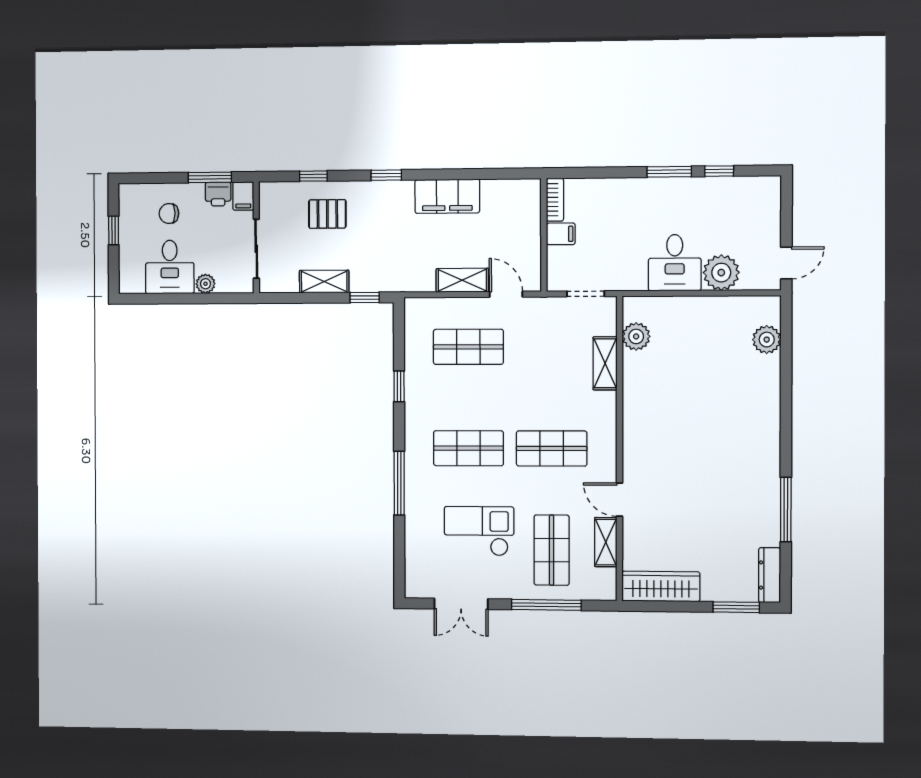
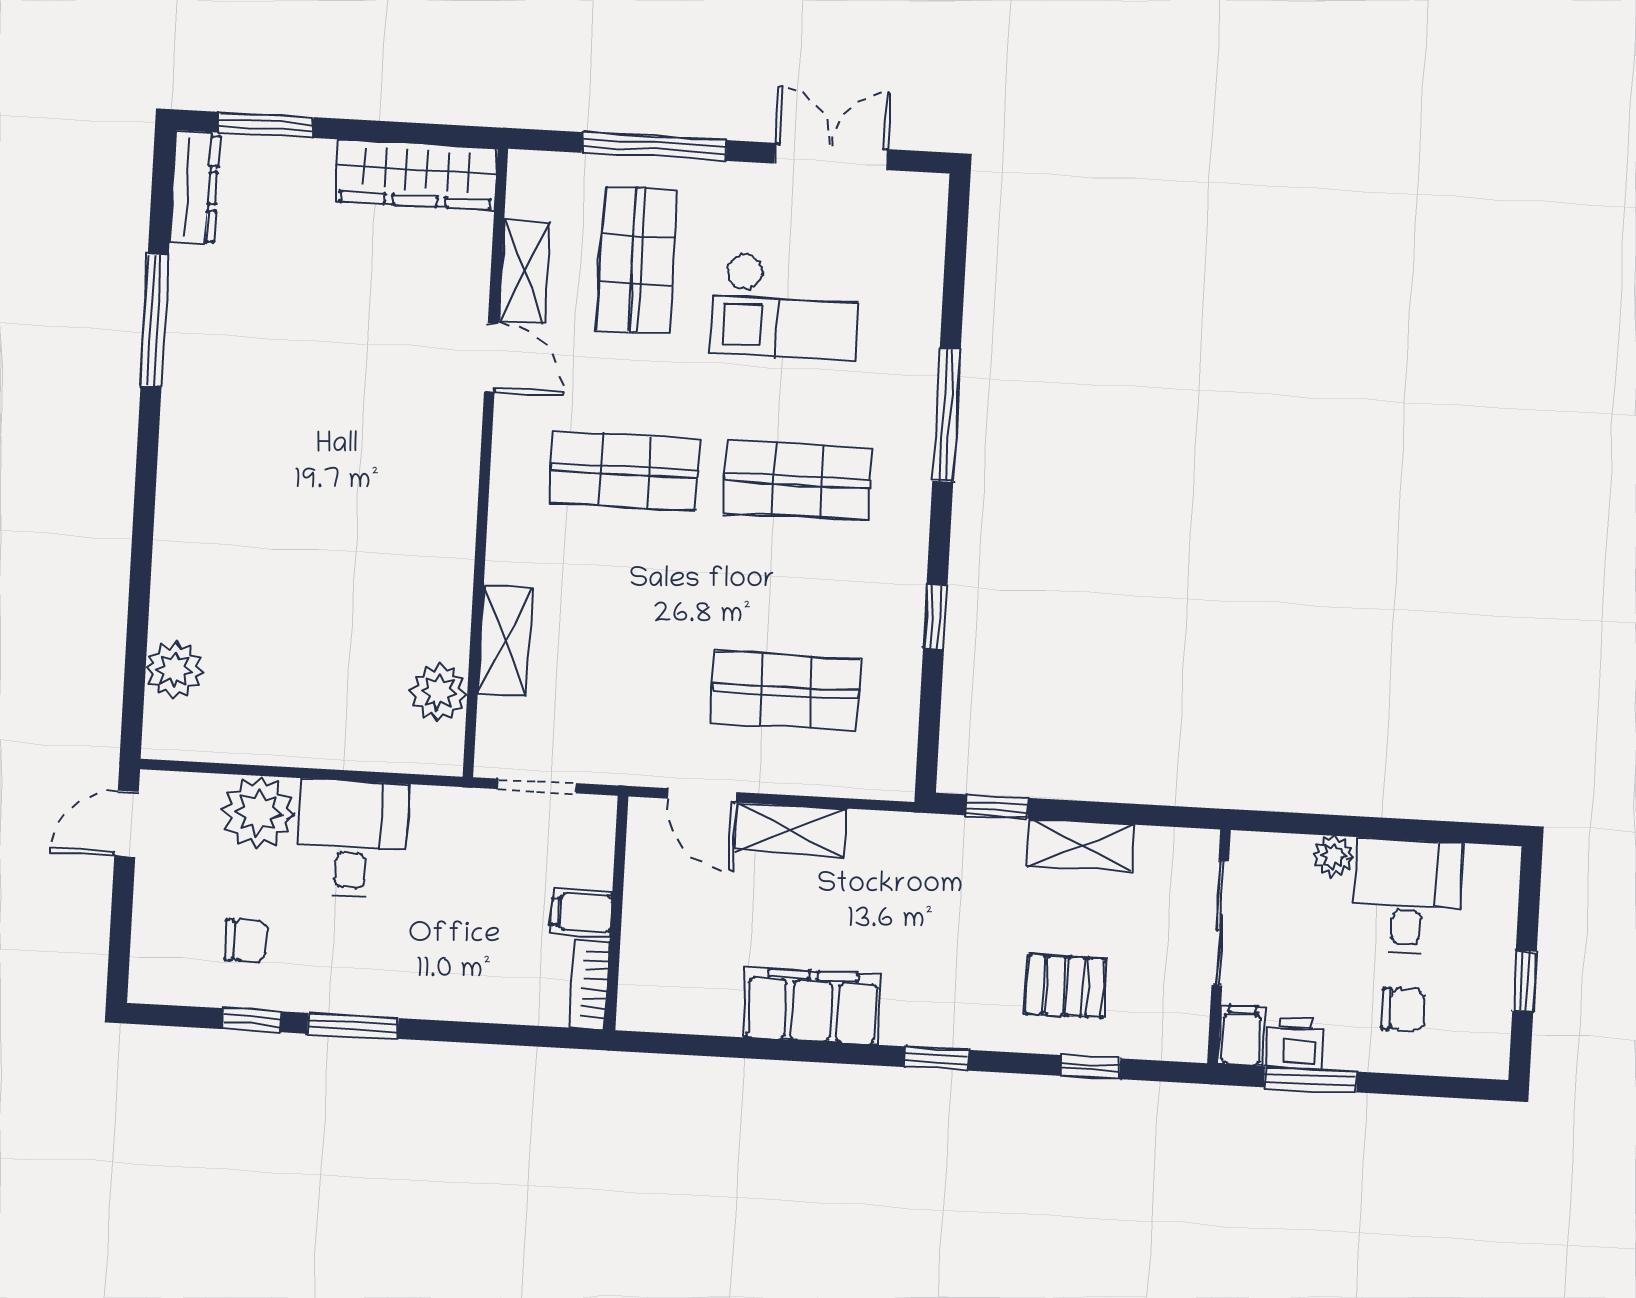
chair: (724, 210) -> (245, 941), added

